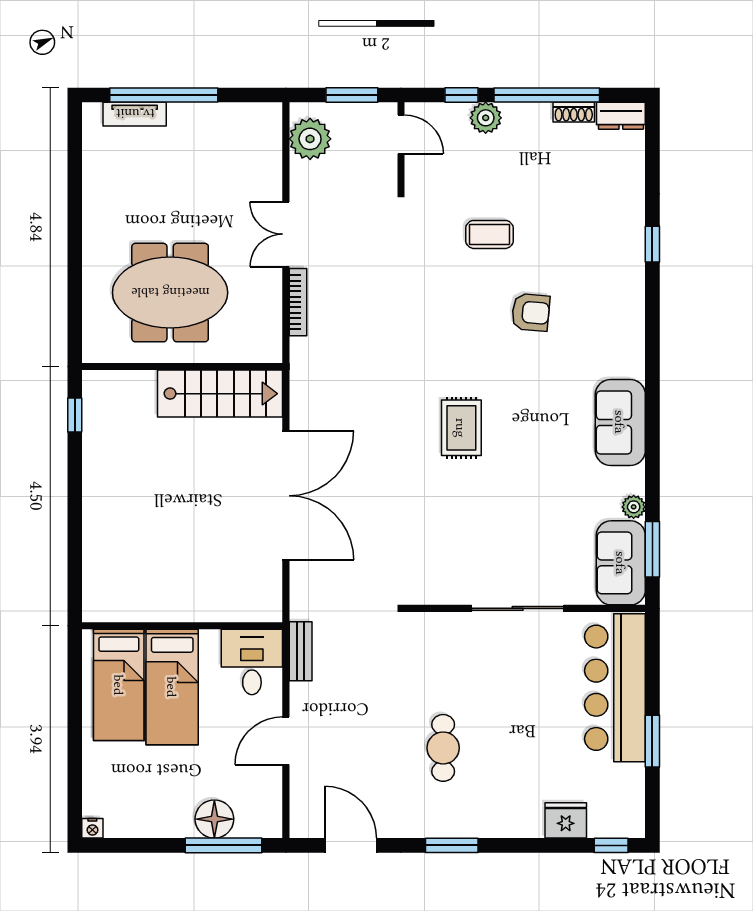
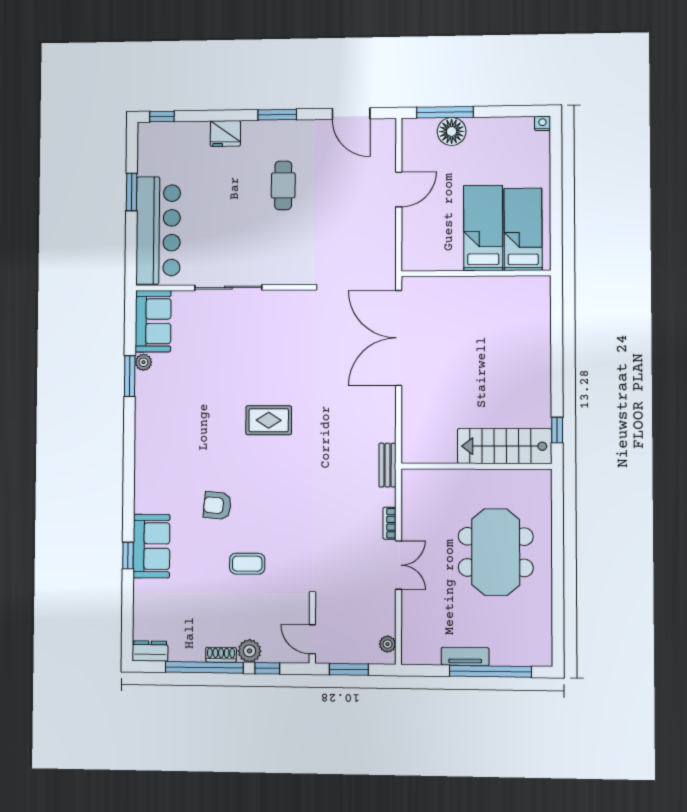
shoe rack: (574, 112) -> (221, 655), moved
tv unit: (135, 114) -> (465, 656), moved
plant: (310, 139) -> (388, 644), width x0.53, depth x0.53
meeting table: (170, 293) -> (496, 552), moved, turned 90
bookcase: (298, 302) -> (389, 523), width x0.64
stairs: (220, 394) -> (505, 446), moved
sofa: (620, 422) -> (151, 546), moved
rug: (461, 428) -> (269, 420), turned 90
double door: (286, 496) -> (399, 338), moved
window: (652, 549) -> (130, 376), moved
bench: (301, 651) -> (388, 465), moved
desk: (252, 662) -> (424, 247), removed
fridge: (566, 820) -> (225, 134), moved

